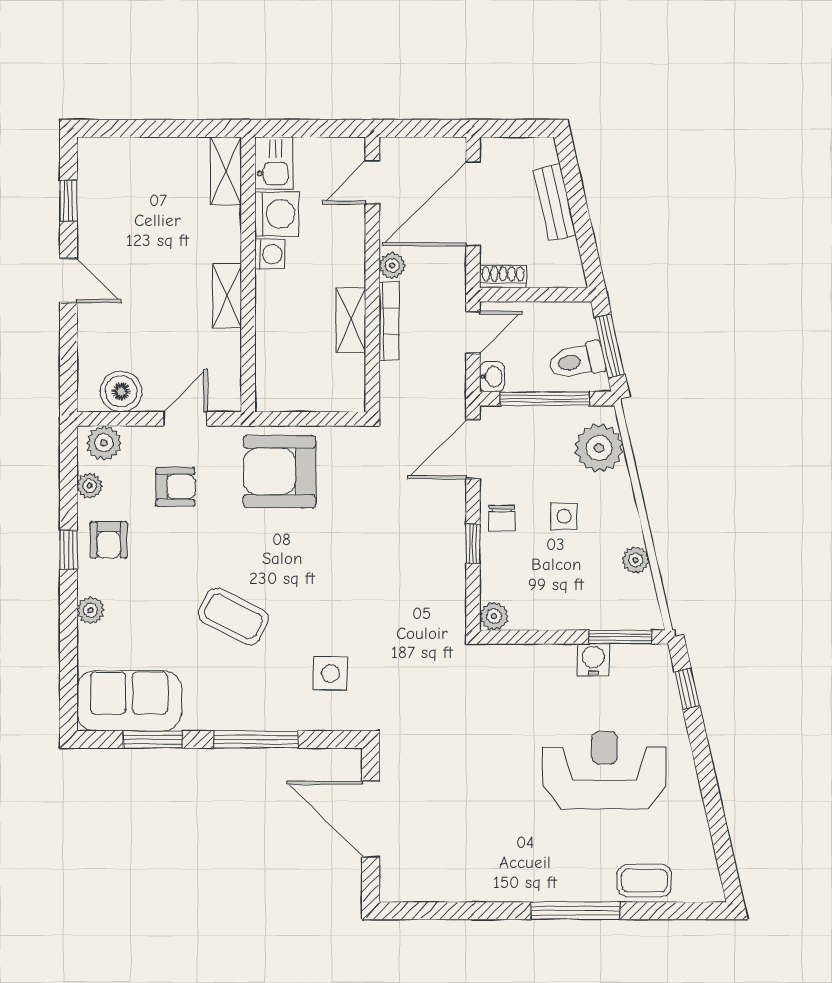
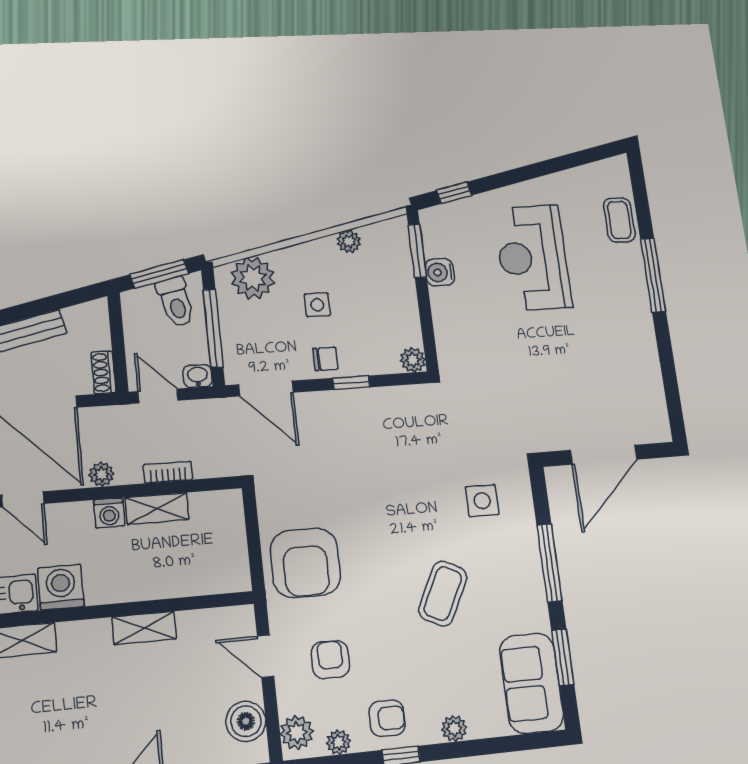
washing machine: (270, 254) -> (109, 513), moved, turned 180
bookcase: (389, 321) -> (168, 472), width x0.64

